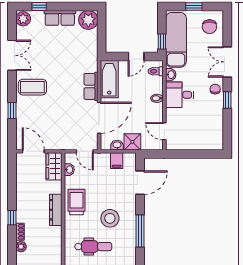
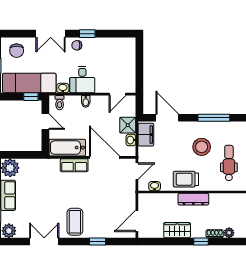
chair: (209, 27) -> (17, 51), turned 90
filing cabinet: (117, 161) -> (146, 135), width x2.00
wardrobe: (54, 166) -> (177, 230), moved, turned 180

